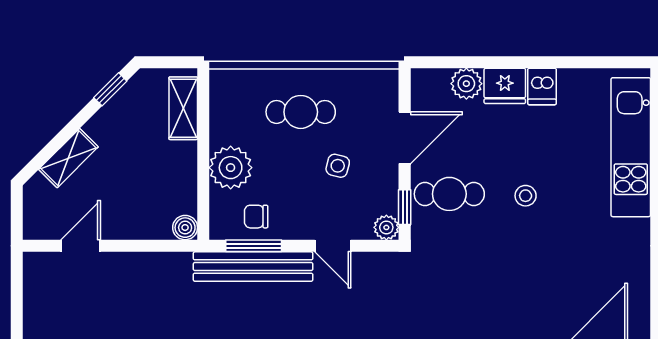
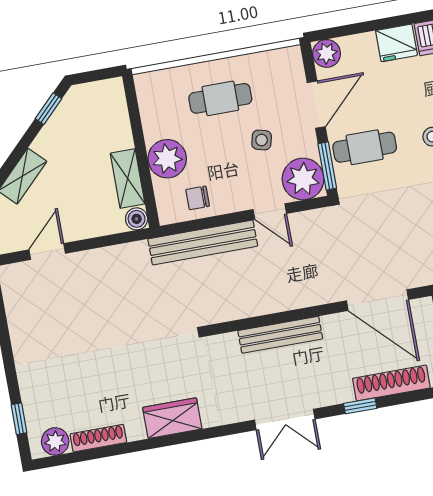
plant: (466, 84) -> (327, 53), moved
shelving: (183, 108) -> (128, 179), moved
window: (405, 207) -> (327, 166), width x1.50
plant: (386, 227) -> (303, 179), width x1.87, depth x1.87
window: (254, 246) -> (200, 224), removed

